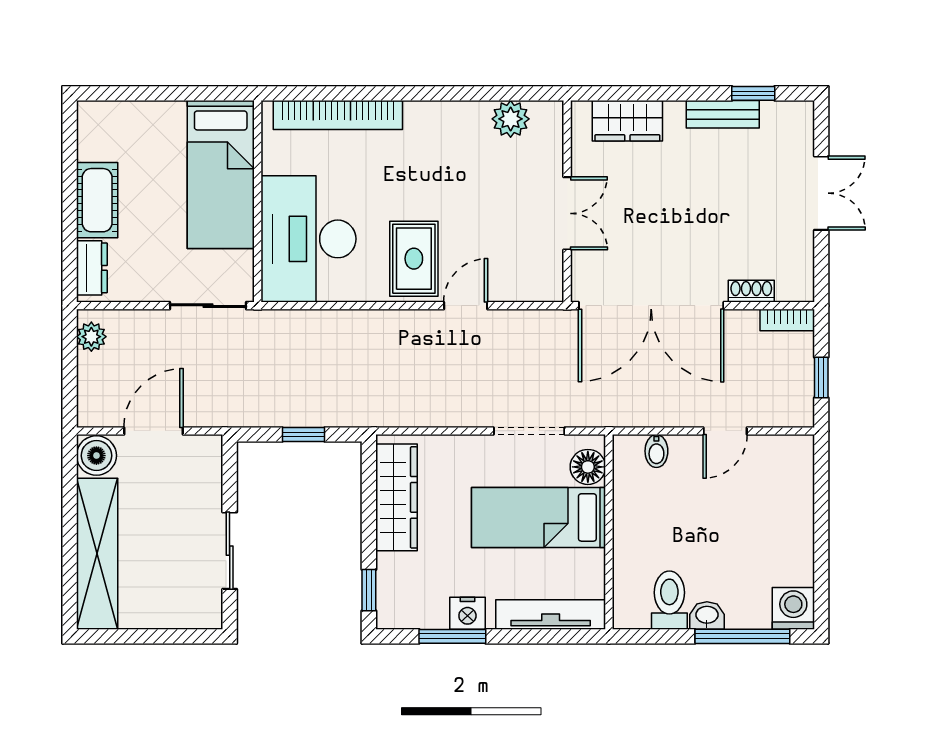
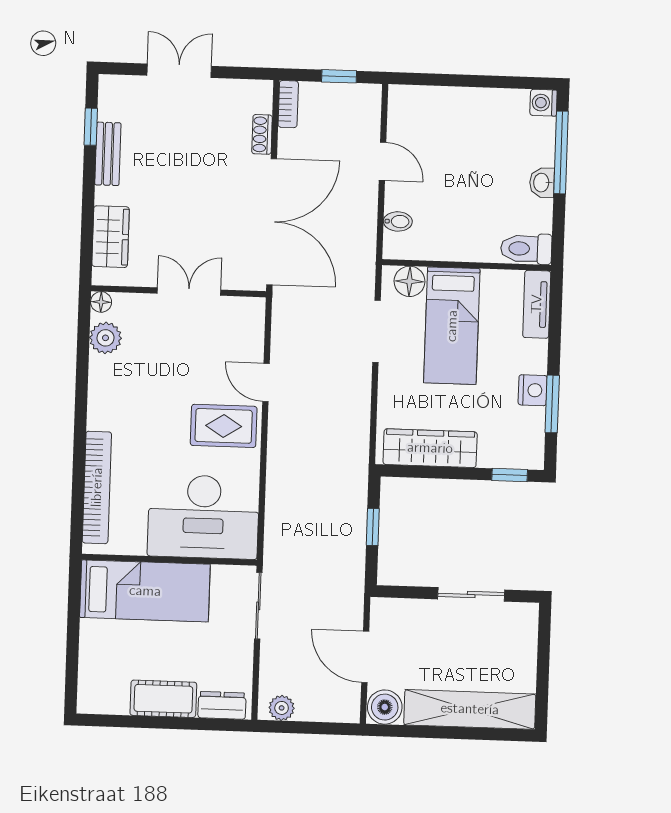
floor lamp: (552, 112) -> (101, 302), added
toilet: (669, 600) -> (526, 249), moved
washing machine: (793, 608) -> (544, 103), width x0.73, depth x0.73
tv unit: (551, 614) -> (537, 304), width x0.71

